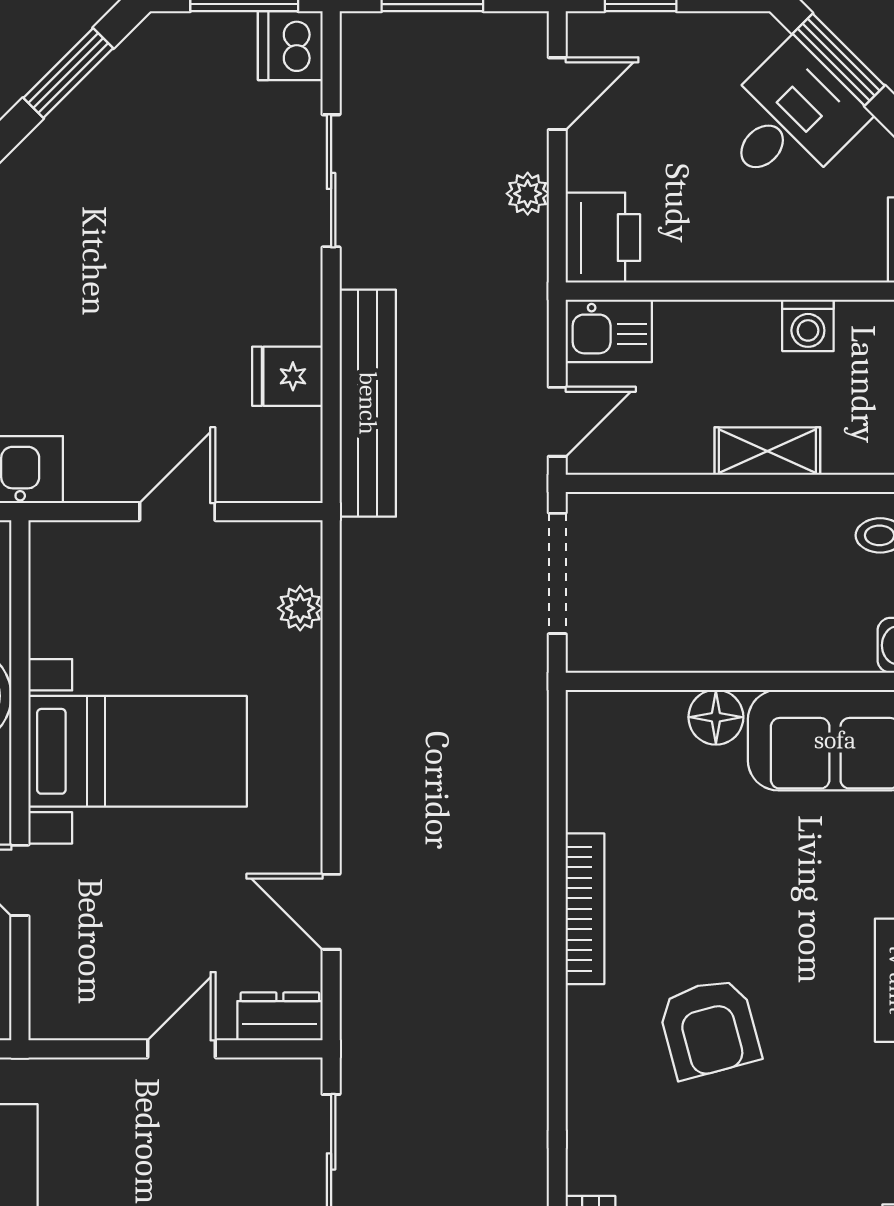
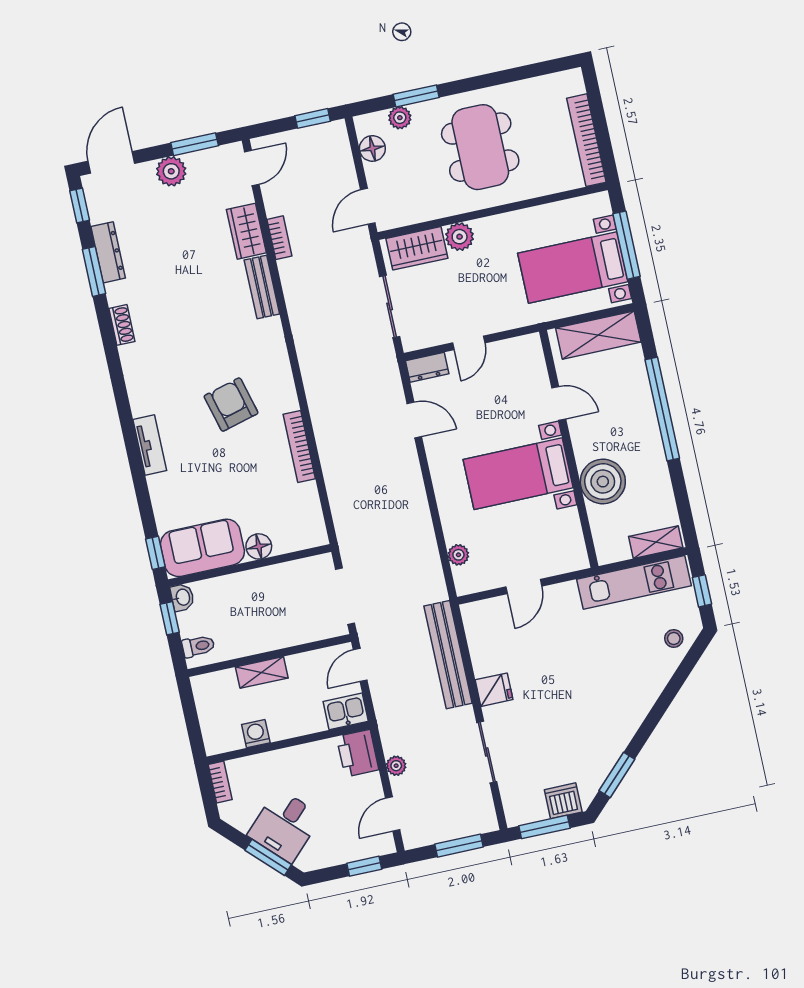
dishwasher: (290, 46) -> (563, 801), moved, turned -90
fridge: (287, 376) -> (494, 690), moved

